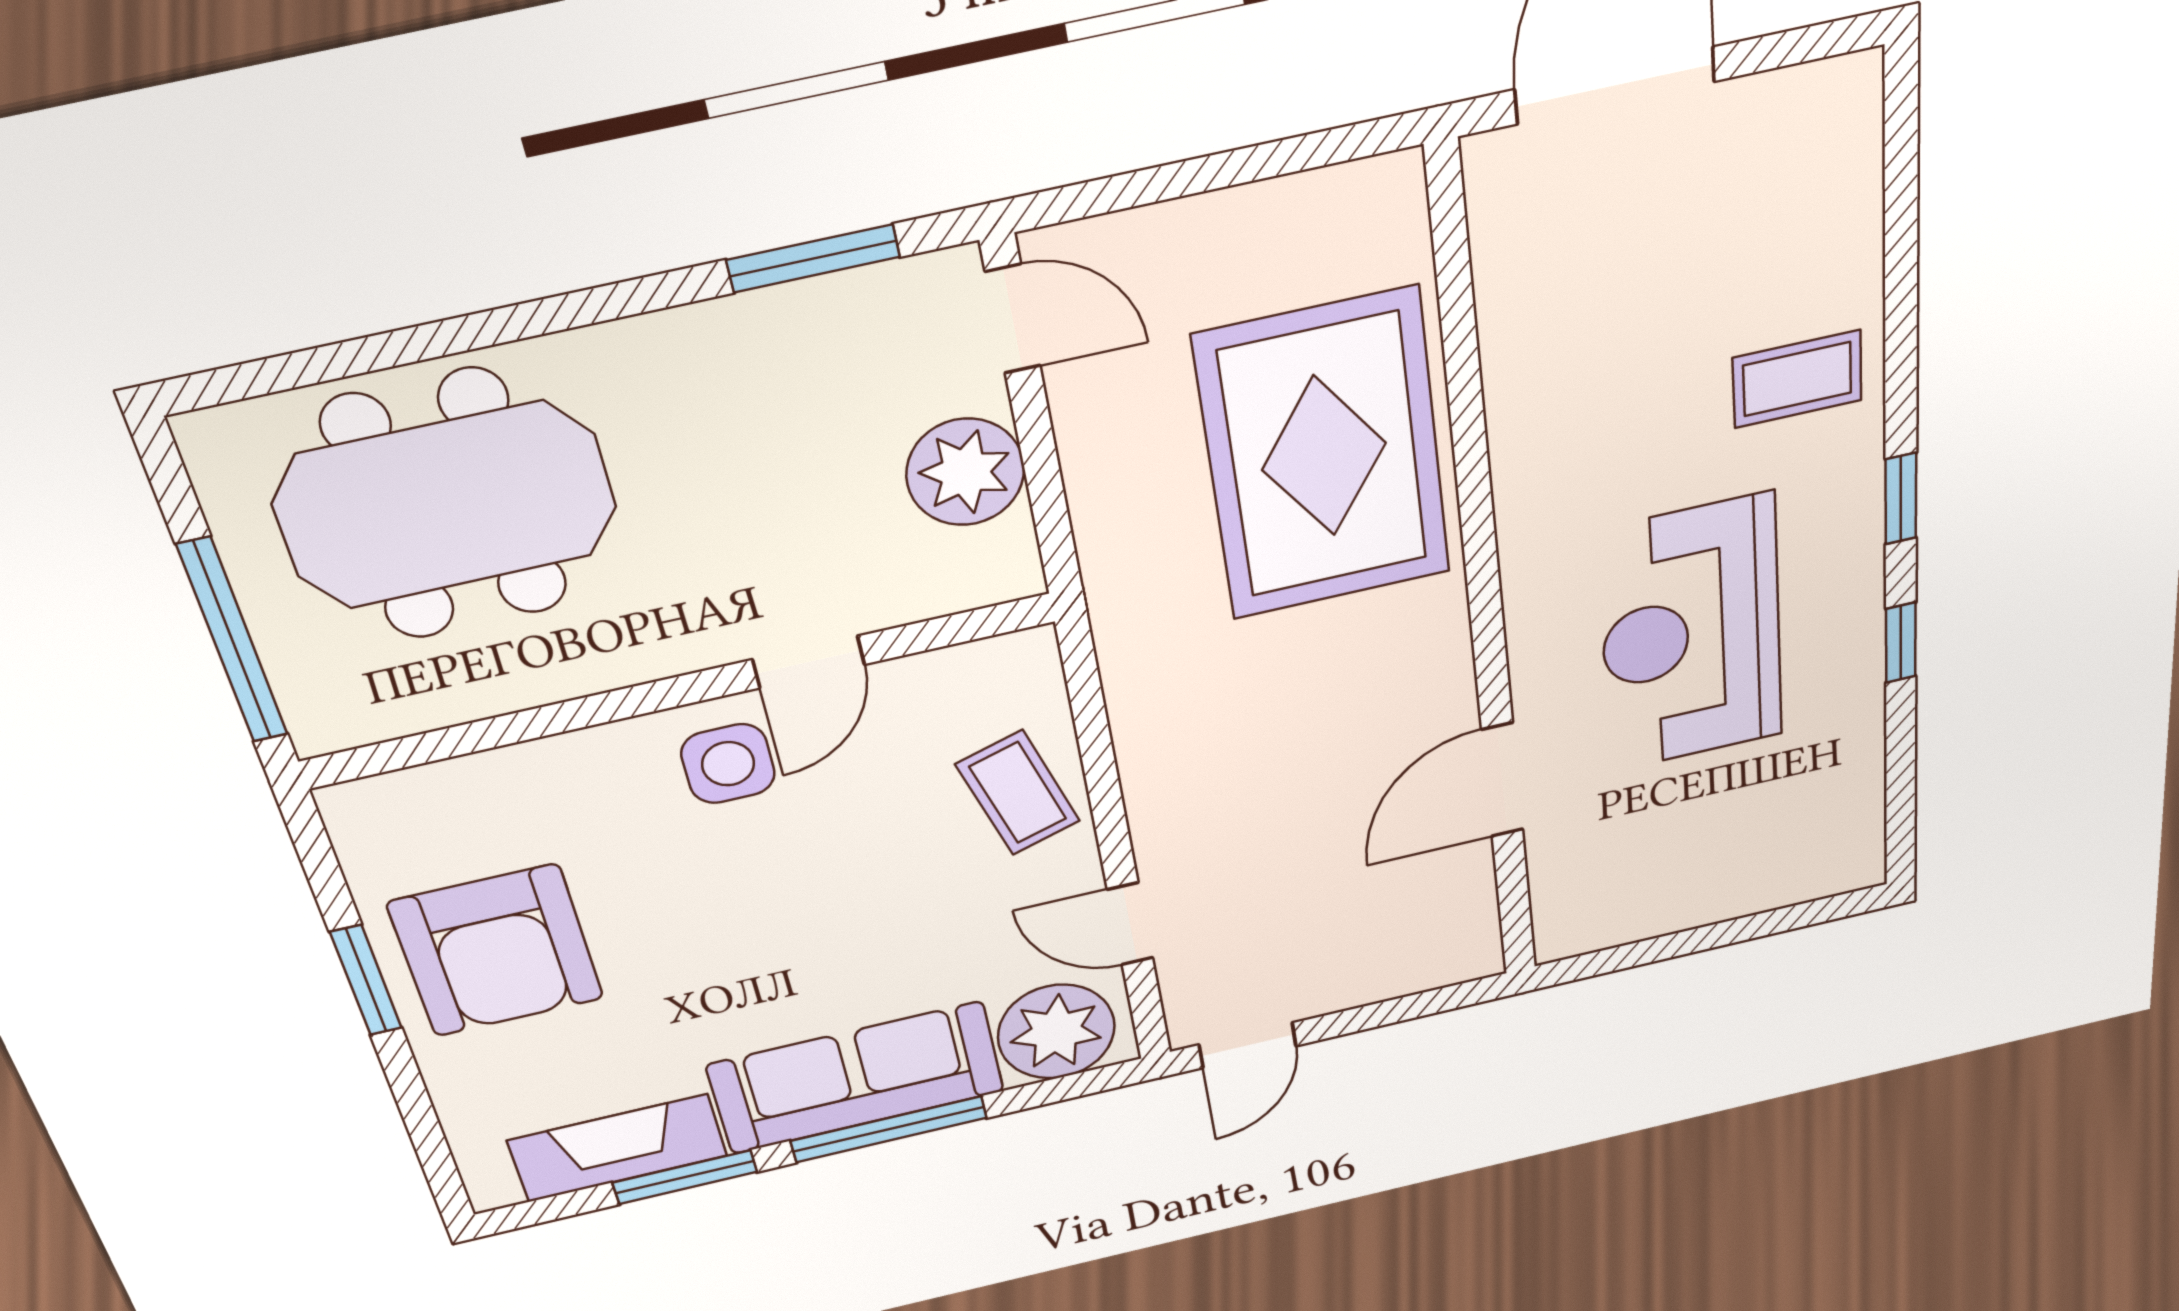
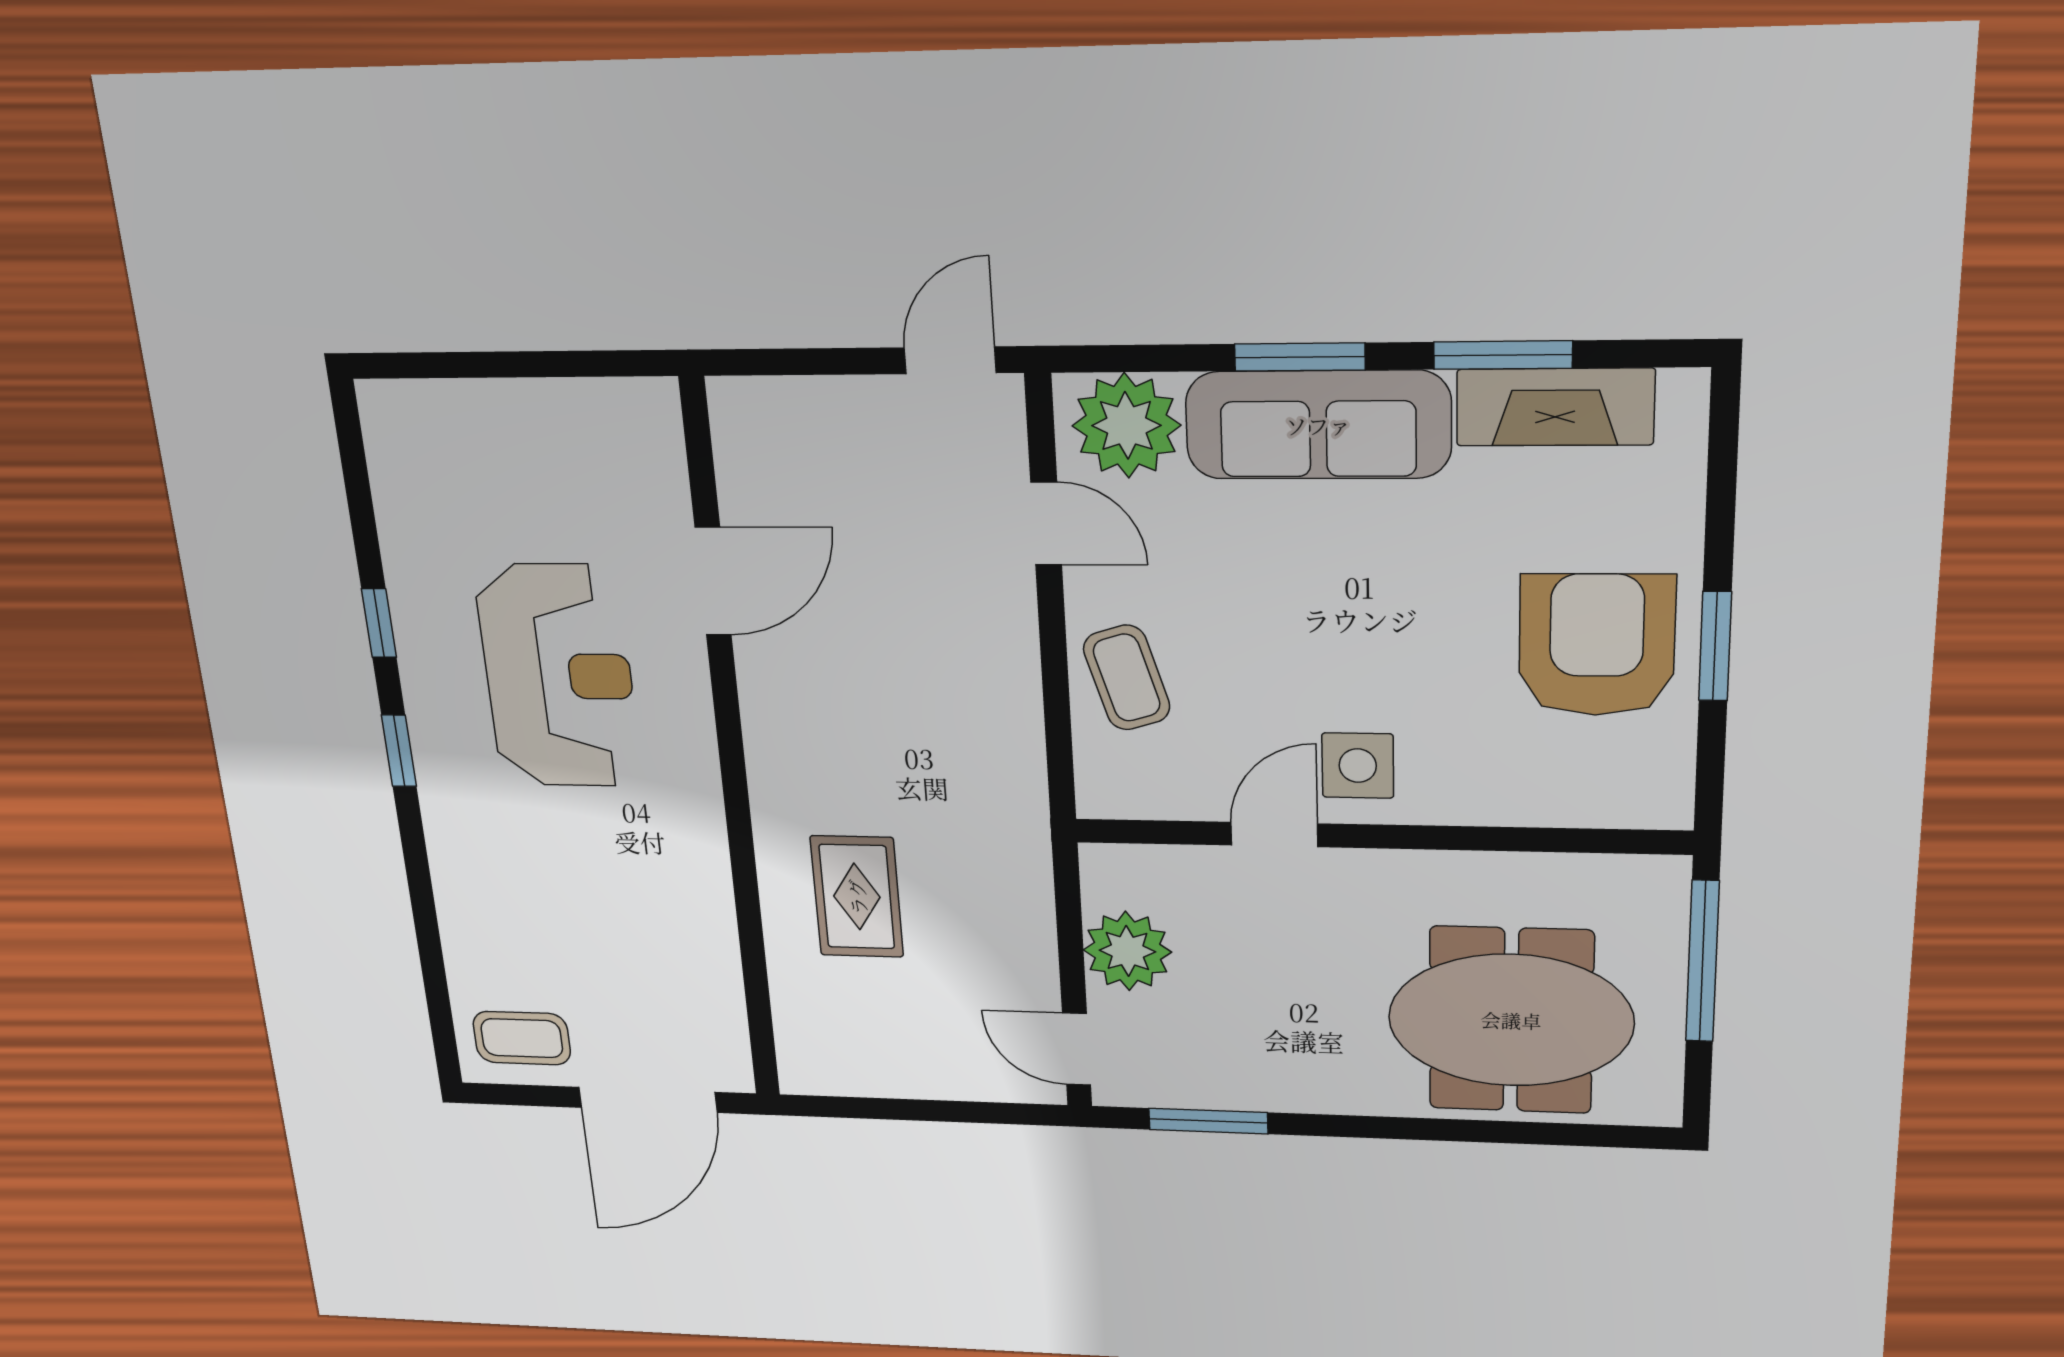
coffee table: (1797, 379) -> (522, 1038), moved
rug: (1324, 456) -> (857, 897), width x0.54, depth x0.49
window: (889, 1129) -> (1300, 357), width x0.69

